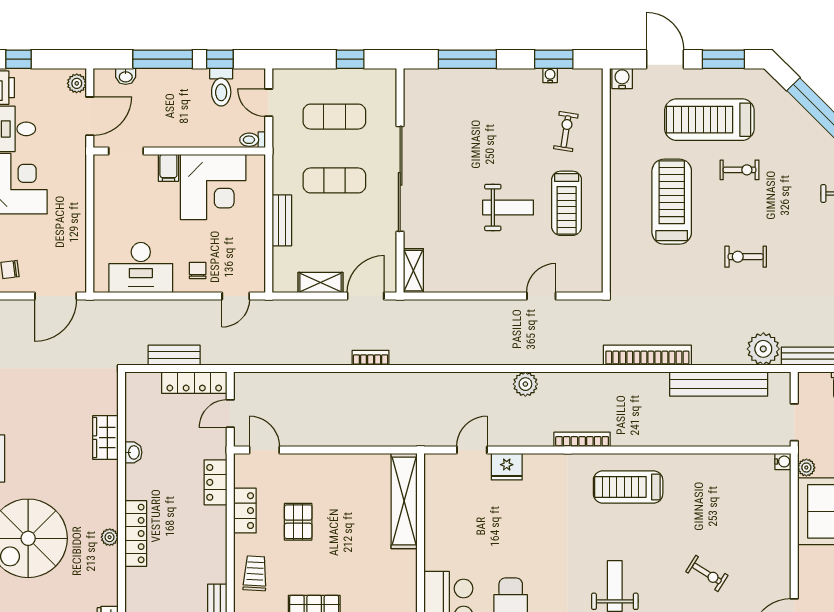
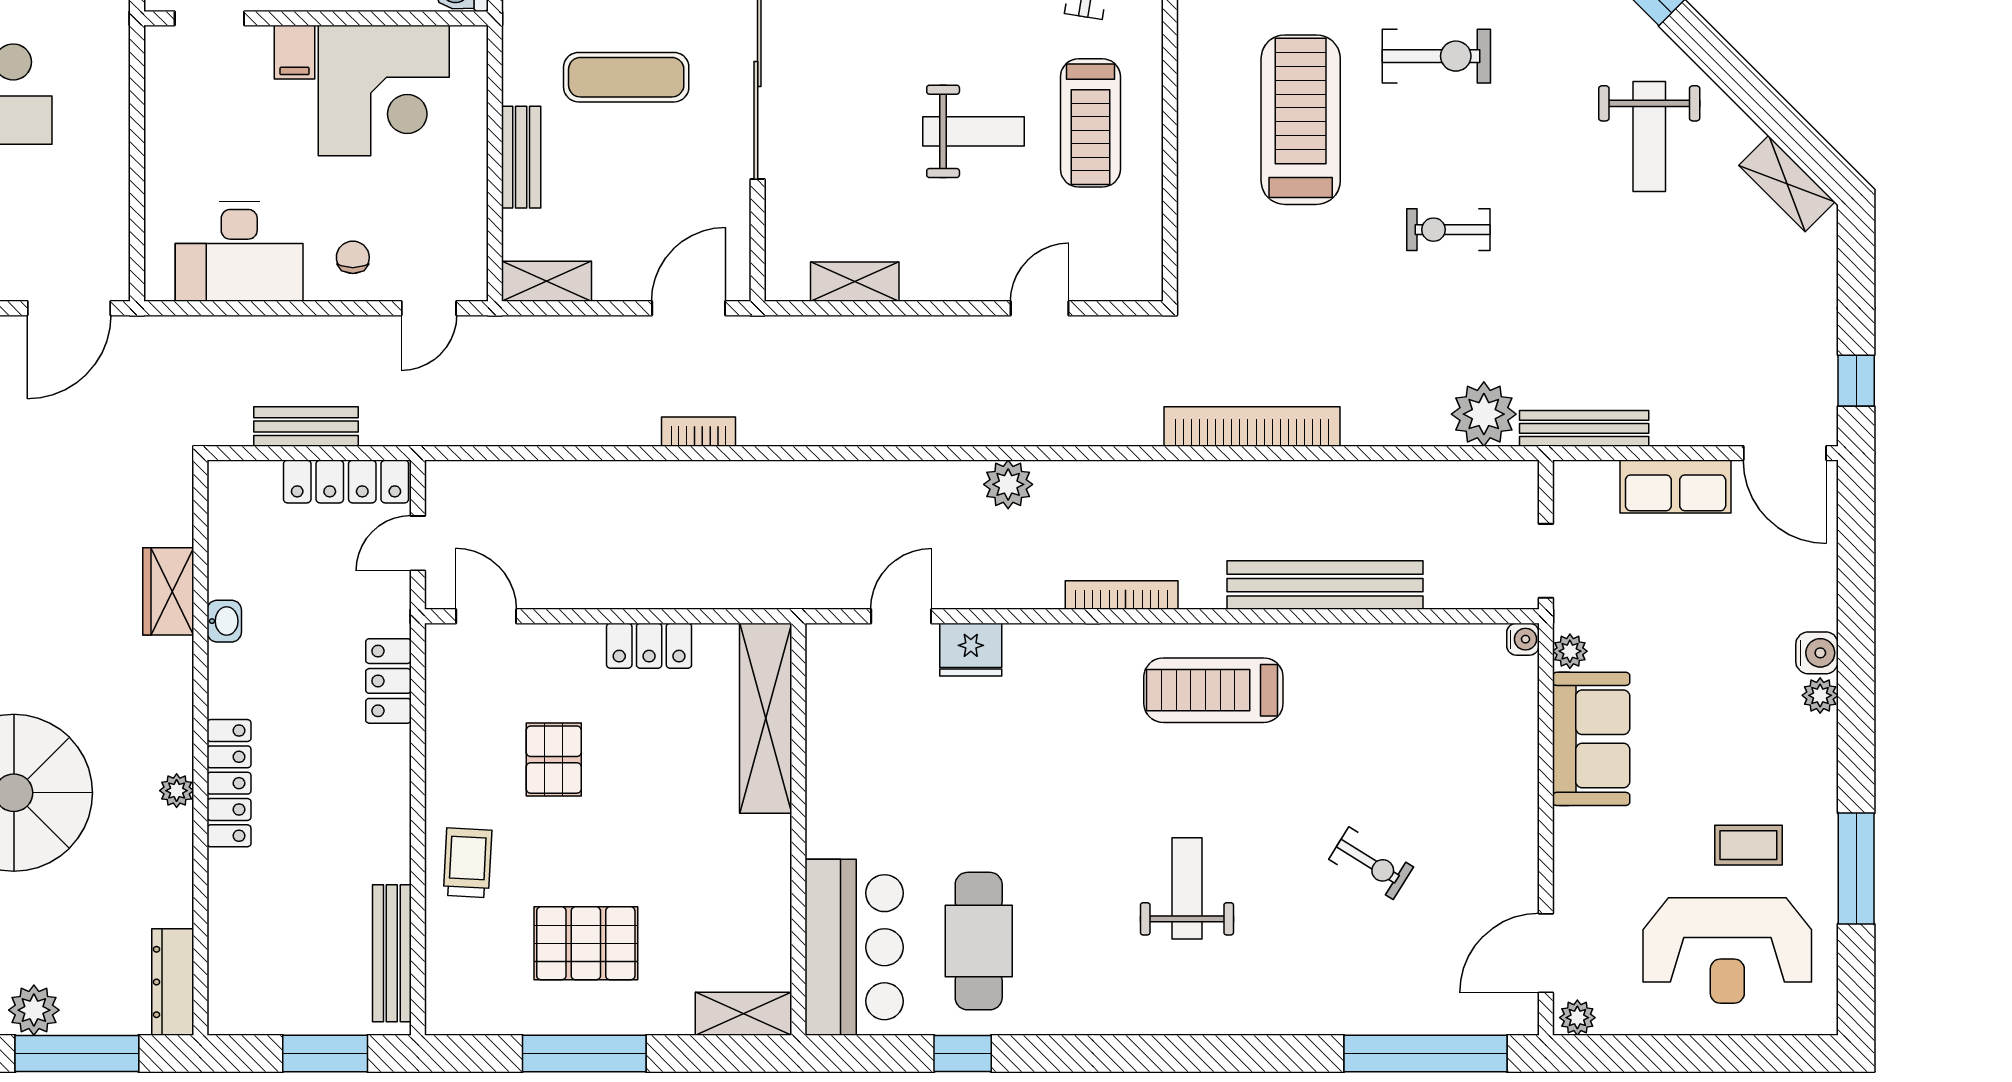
exercise bike: (740, 170) -> (1436, 56), width x1.38, depth x1.39
shelving: (413, 271) -> (855, 282), moved, turned 90
shelving: (321, 282) -> (546, 281), moved
bench: (719, 384) -> (1325, 585), moved
locker: (245, 511) -> (649, 646), moved, turned 90

